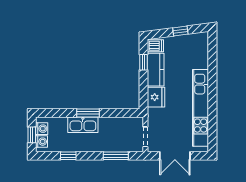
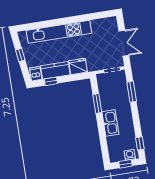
kitchen unit: (201, 108) -> (59, 32), moved
window: (88, 113) -> (97, 103), moved
washing machine: (42, 129) -> (119, 156), removed
window: (68, 156) -> (140, 143), moved

